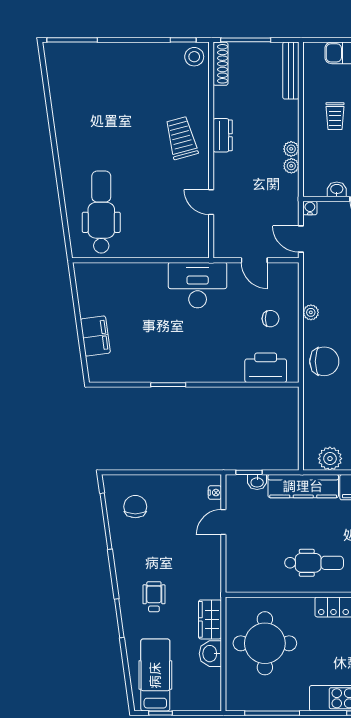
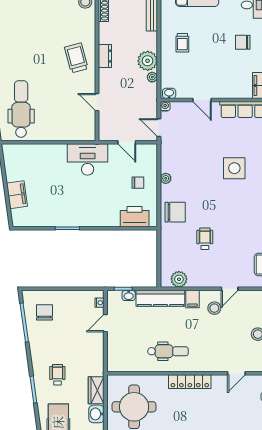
plant: (291, 149) -> (148, 61), width x1.88, depth x1.88
washbasin: (337, 189) -> (169, 93), moved

